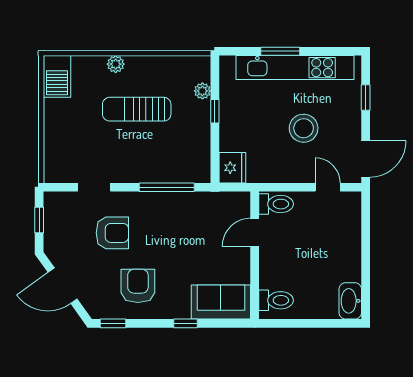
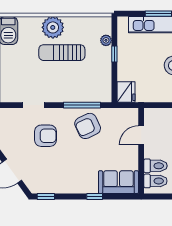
plant: (116, 64) -> (53, 27), width x1.87, depth x1.87
toilet: (276, 204) -> (155, 166), moved
armchair: (138, 286) -> (88, 126), moved, turned -115

